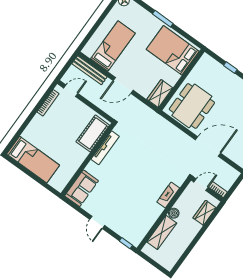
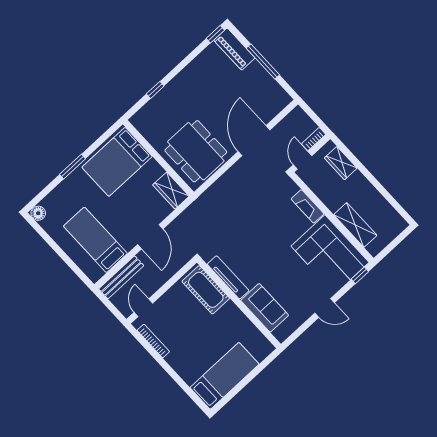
sofa: (82, 188) -> (265, 308), moved
boiler: (174, 213) -> (333, 204), removed
corner sofa: (137, 218) -> (330, 254), added

